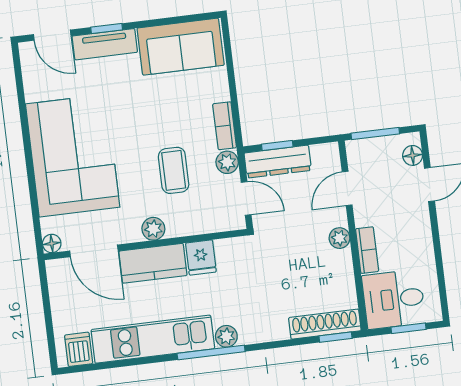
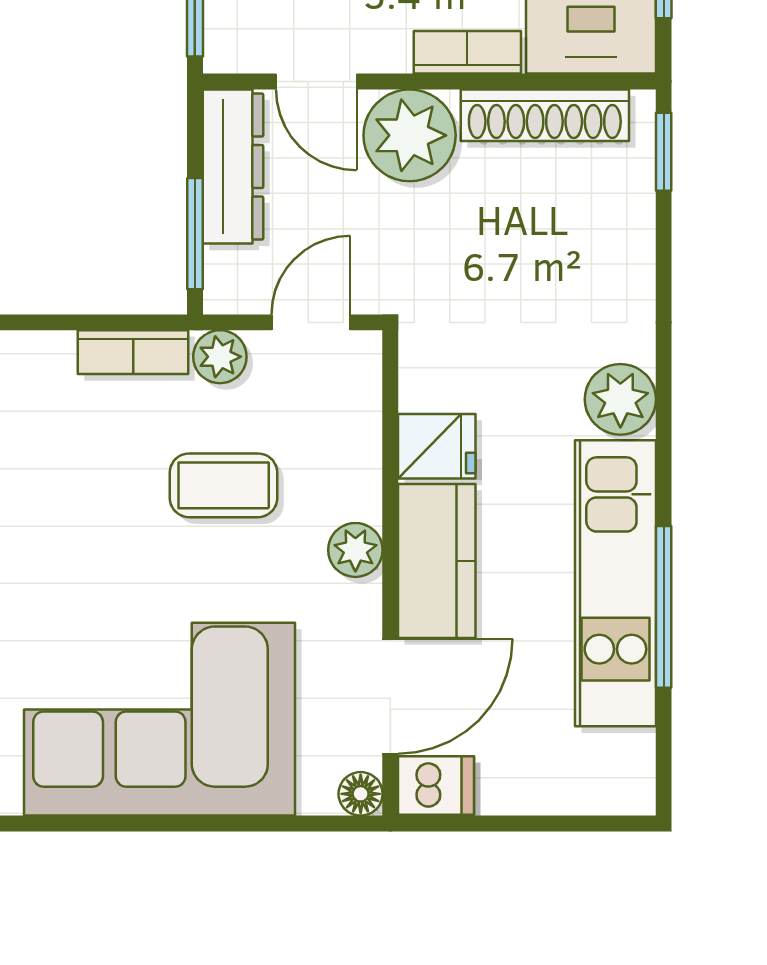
window: (277, 146) -> (195, 234), width x1.50
dresser: (278, 162) -> (233, 167), moved
plant: (339, 238) -> (410, 135), width x1.88, depth x1.88
shoe rack: (325, 324) -> (545, 115), moved, turned -90
plant: (226, 336) -> (620, 399), width x1.38, depth x1.38
dishwasher: (79, 349) -> (436, 786), moved, turned 180
window: (211, 352) -> (664, 607), moved

